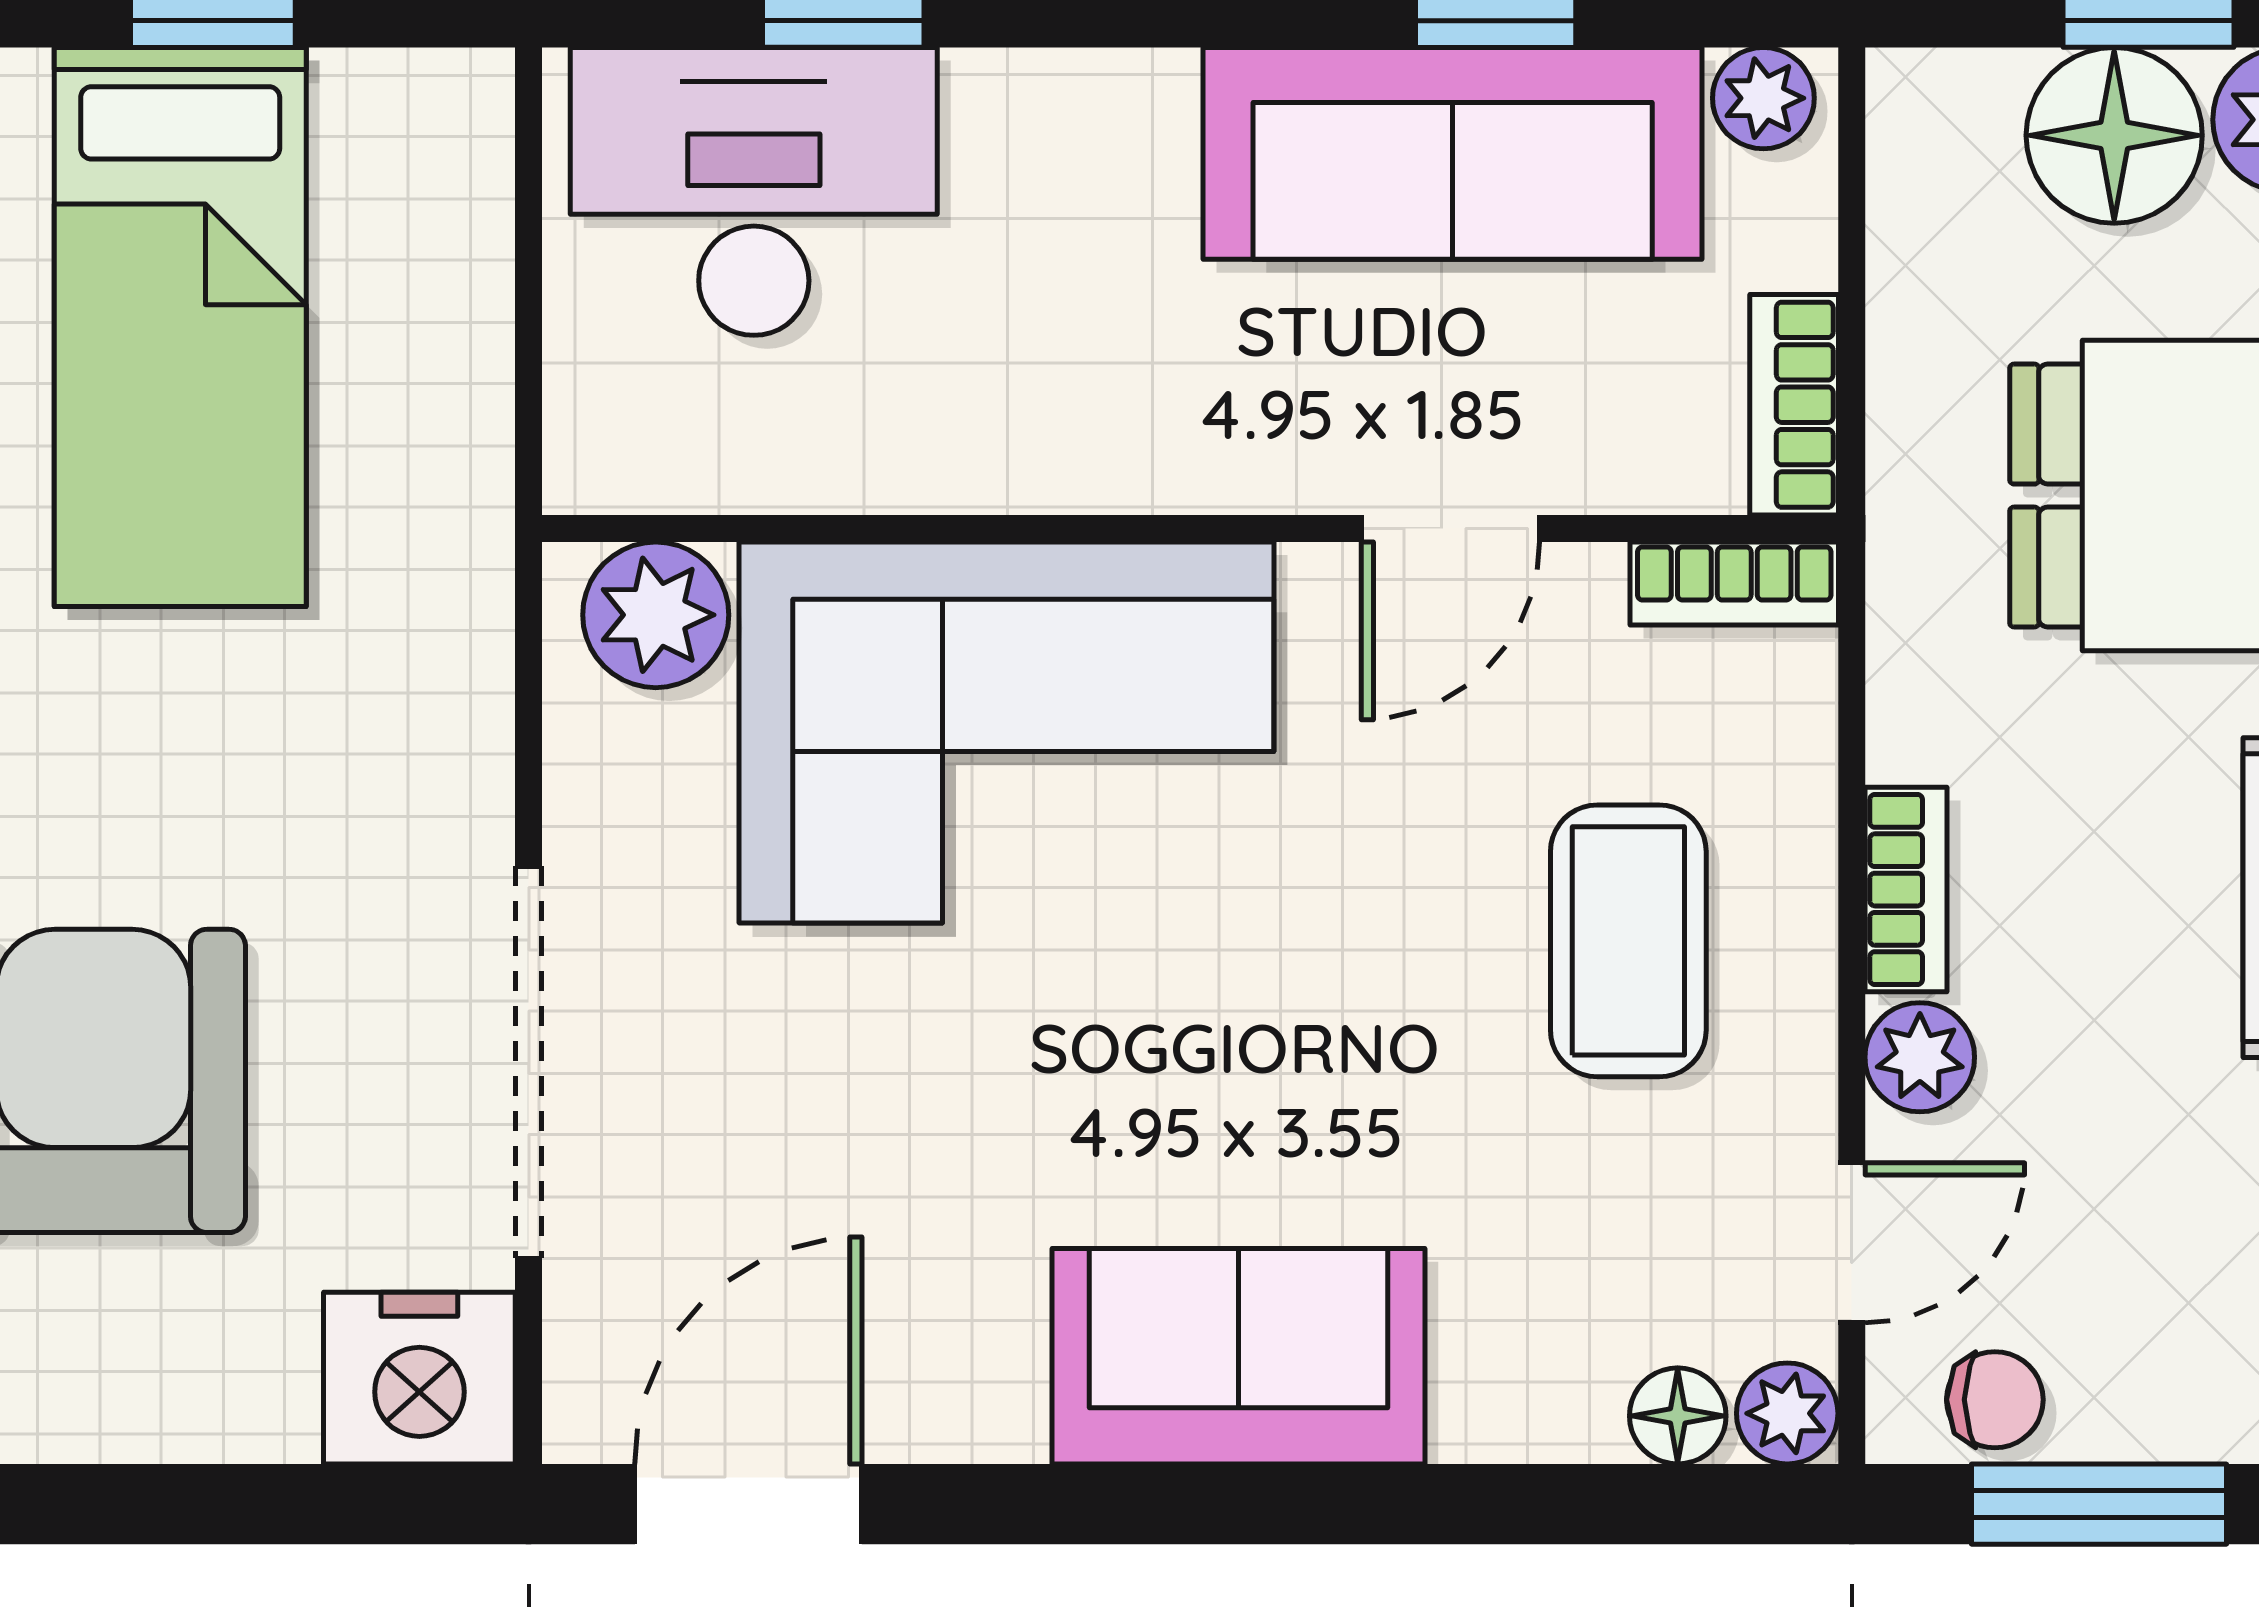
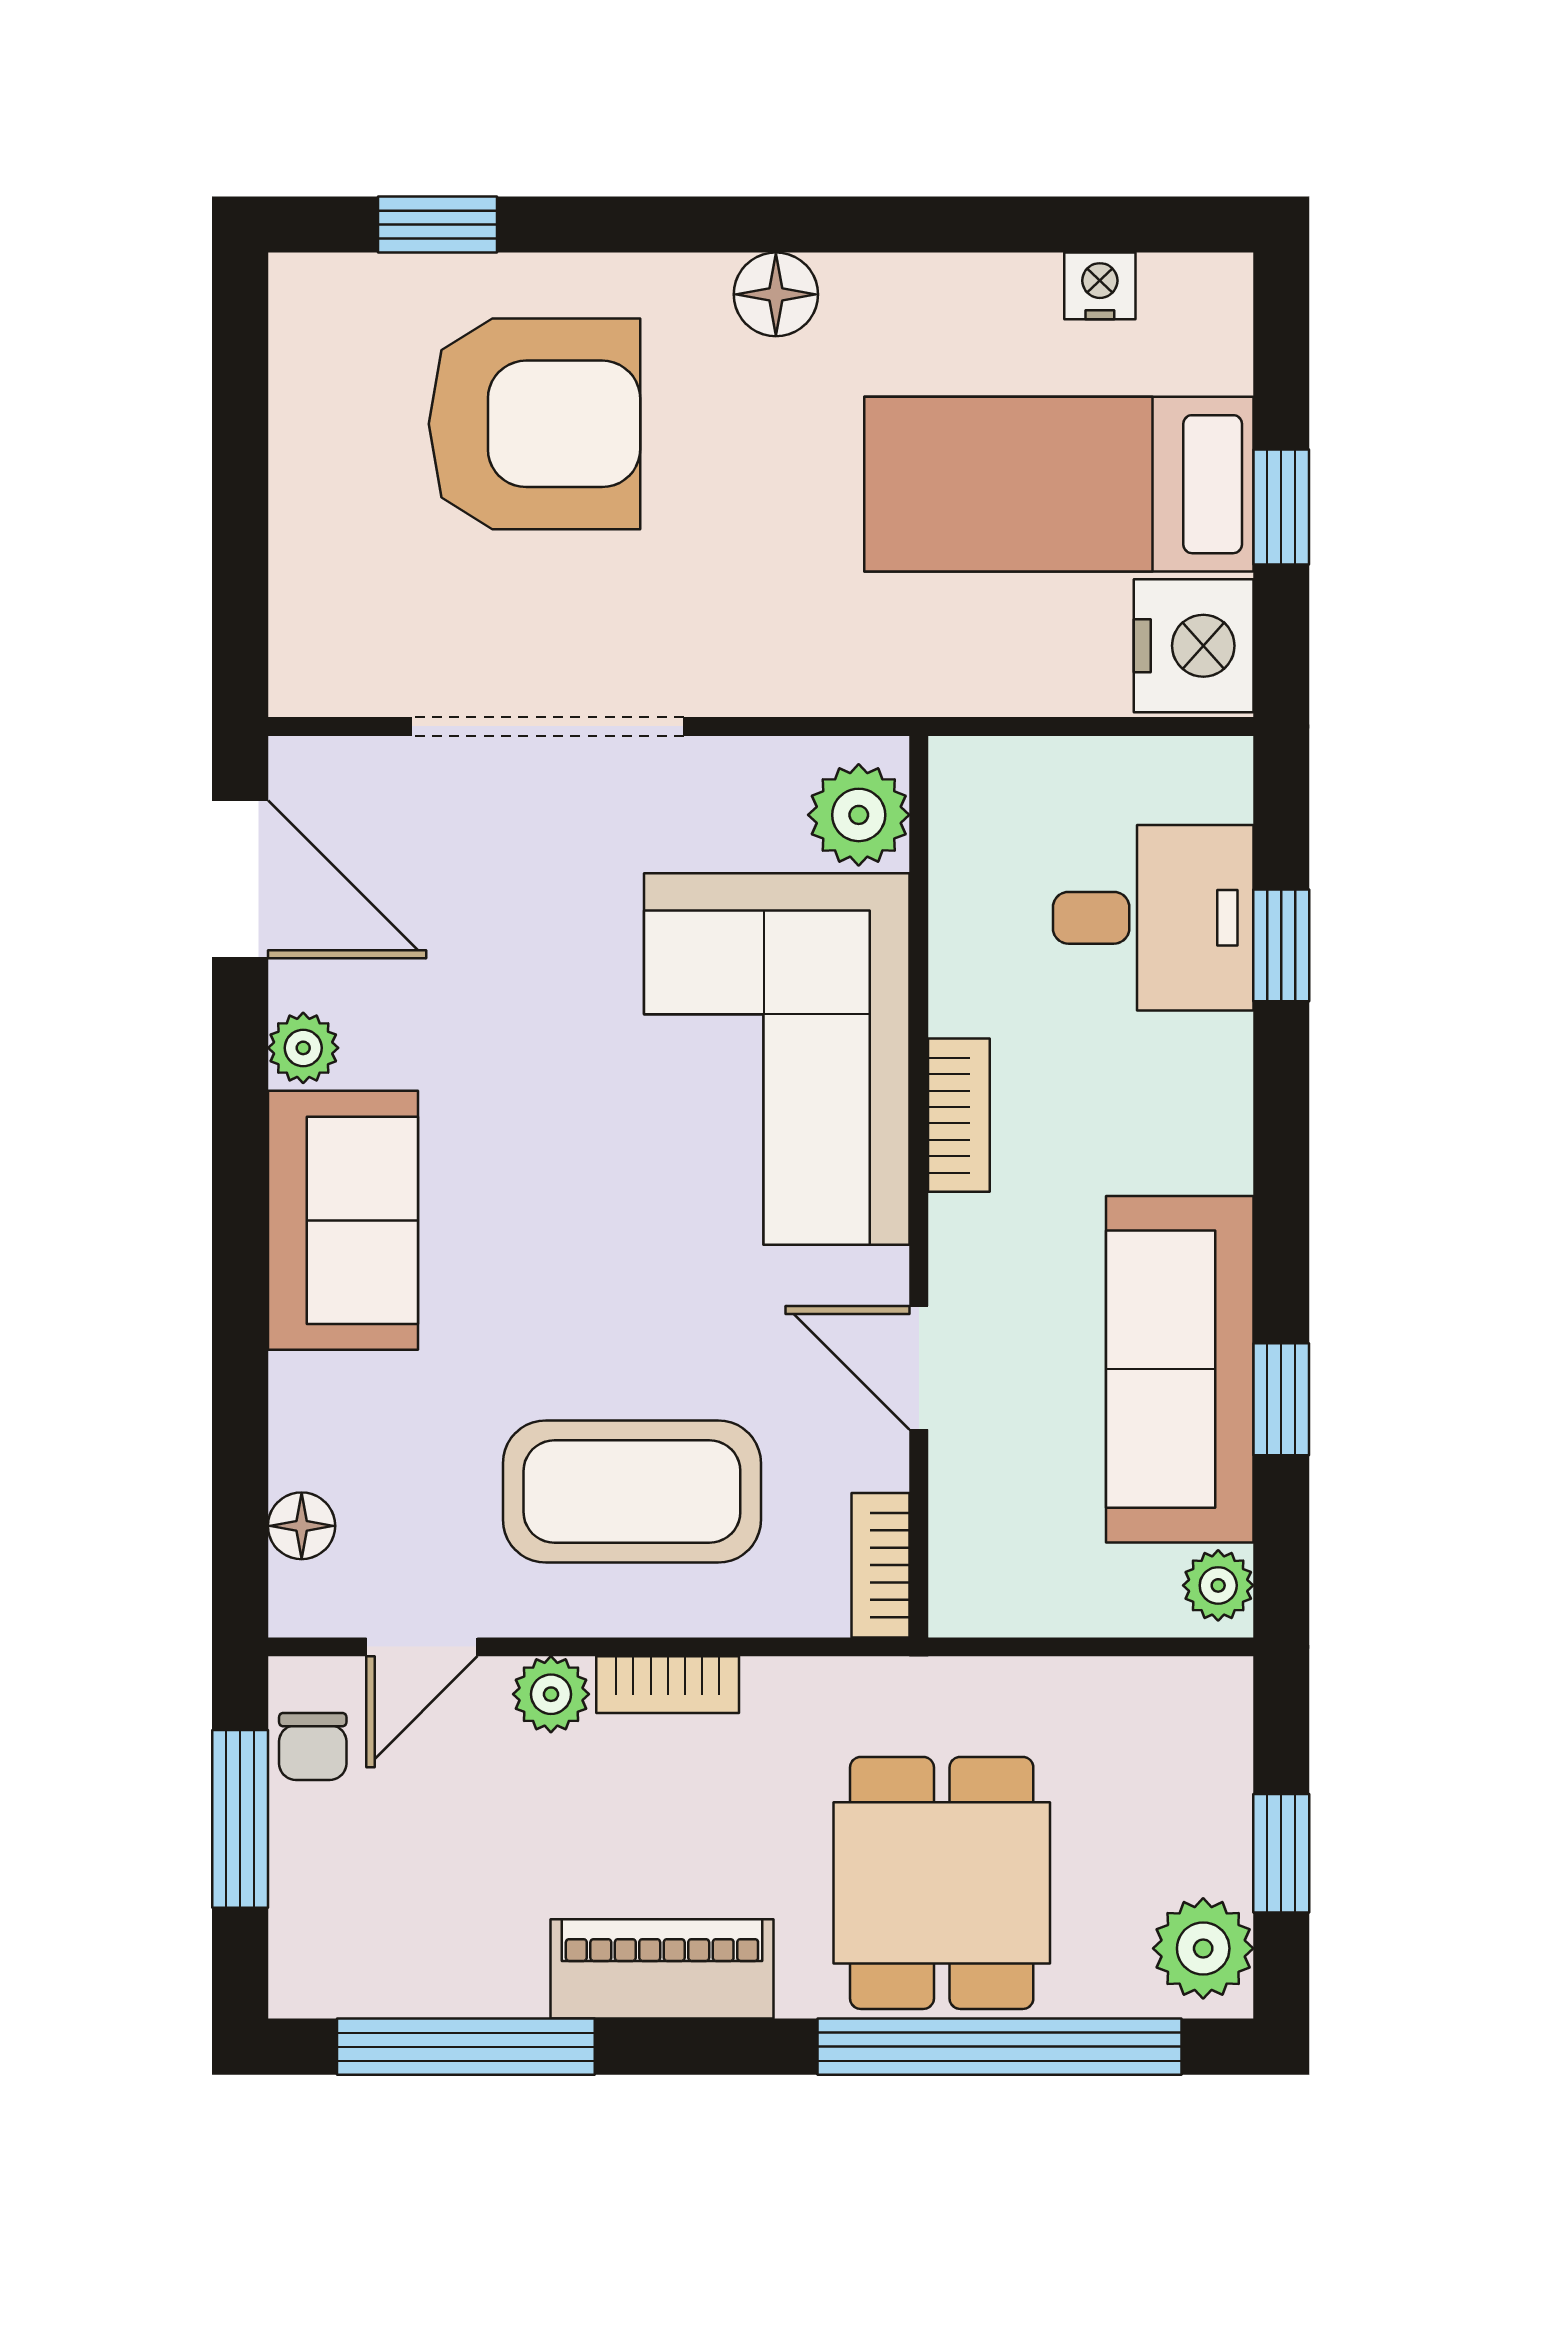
floor lamp: (2114, 135) -> (1192, 1829), removed
desk: (754, 191) -> (1153, 918), width x0.73
bookcase: (1794, 405) -> (959, 1115), moved, turned 90
coffee table: (1628, 941) -> (632, 1492), width x1.36, depth x1.32
door: (1852, 1243) -> (422, 1647), hinge flipped
nightstand: (419, 1378) -> (1194, 646), moved, turned 180
plant: (1787, 1413) -> (303, 1048), moved

